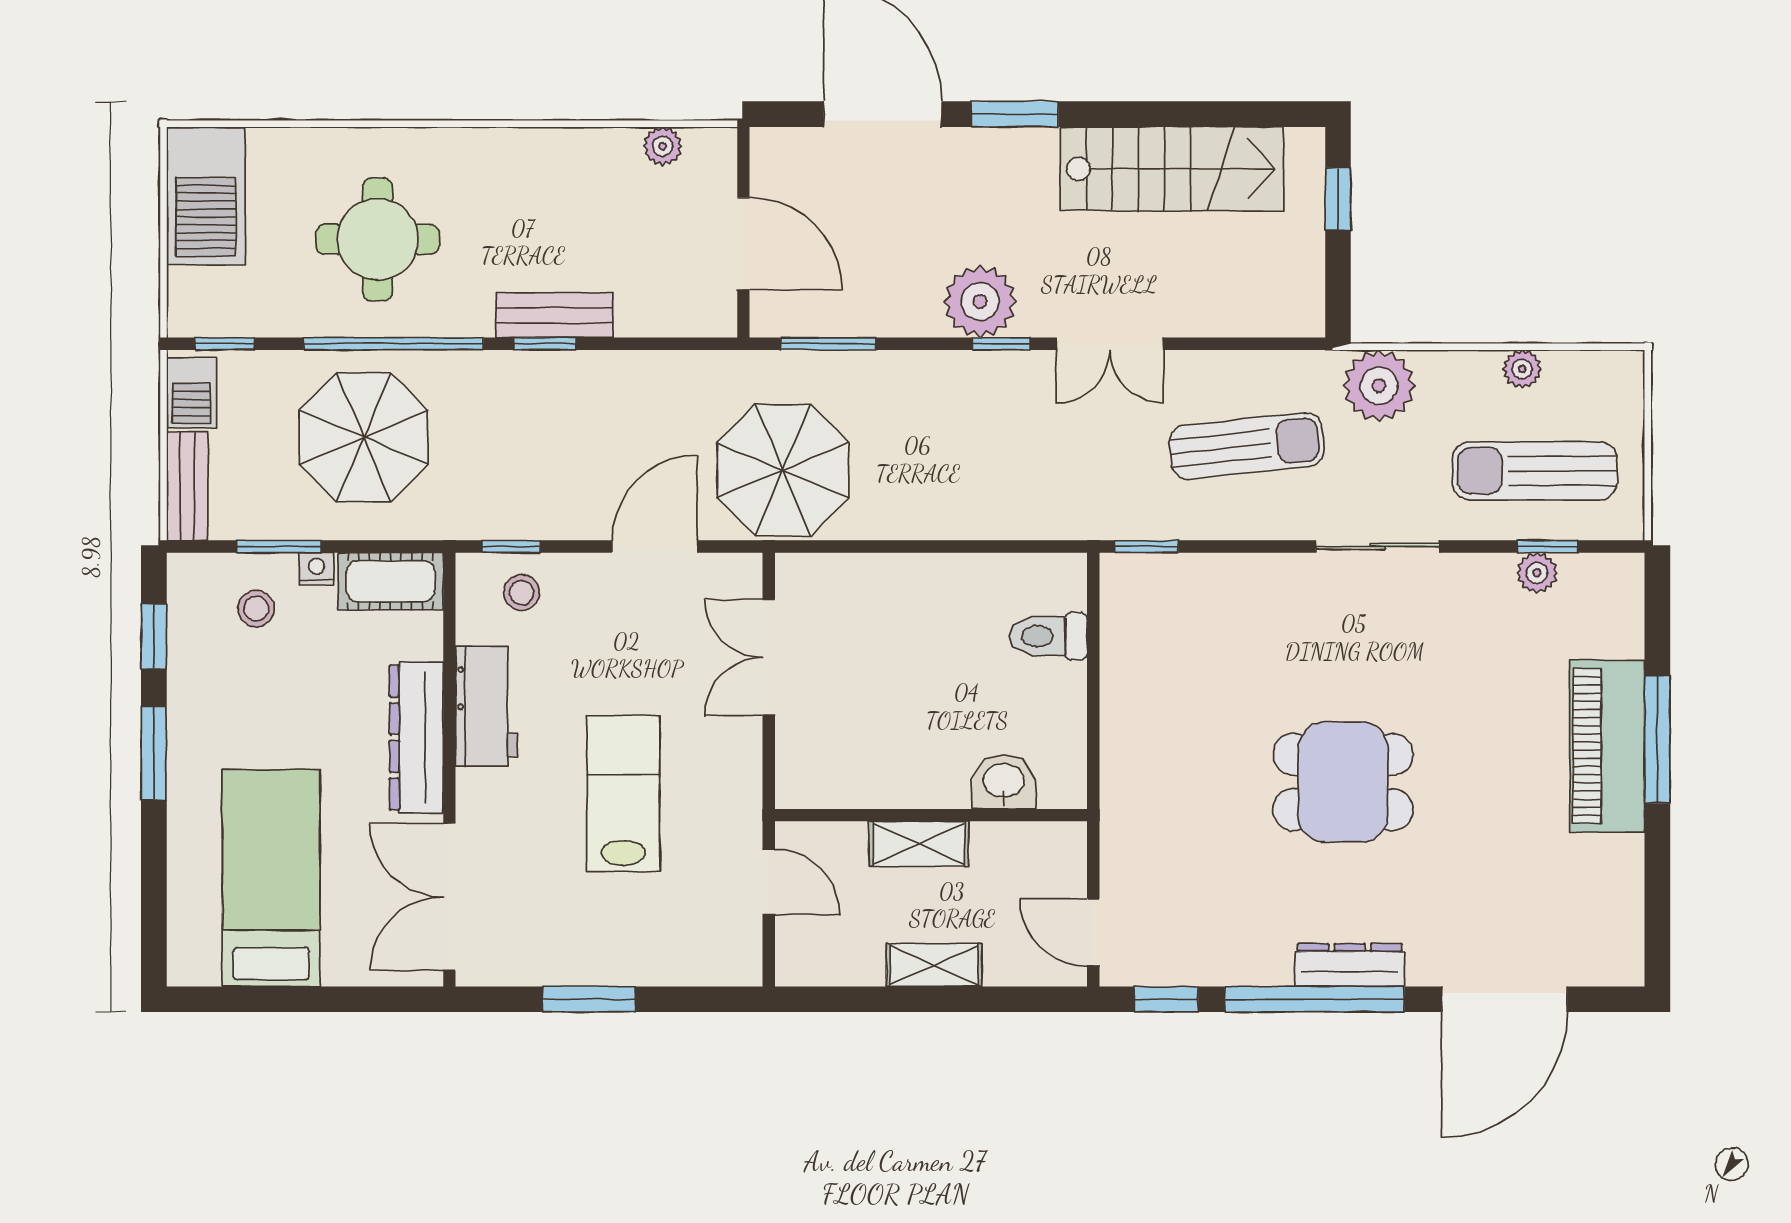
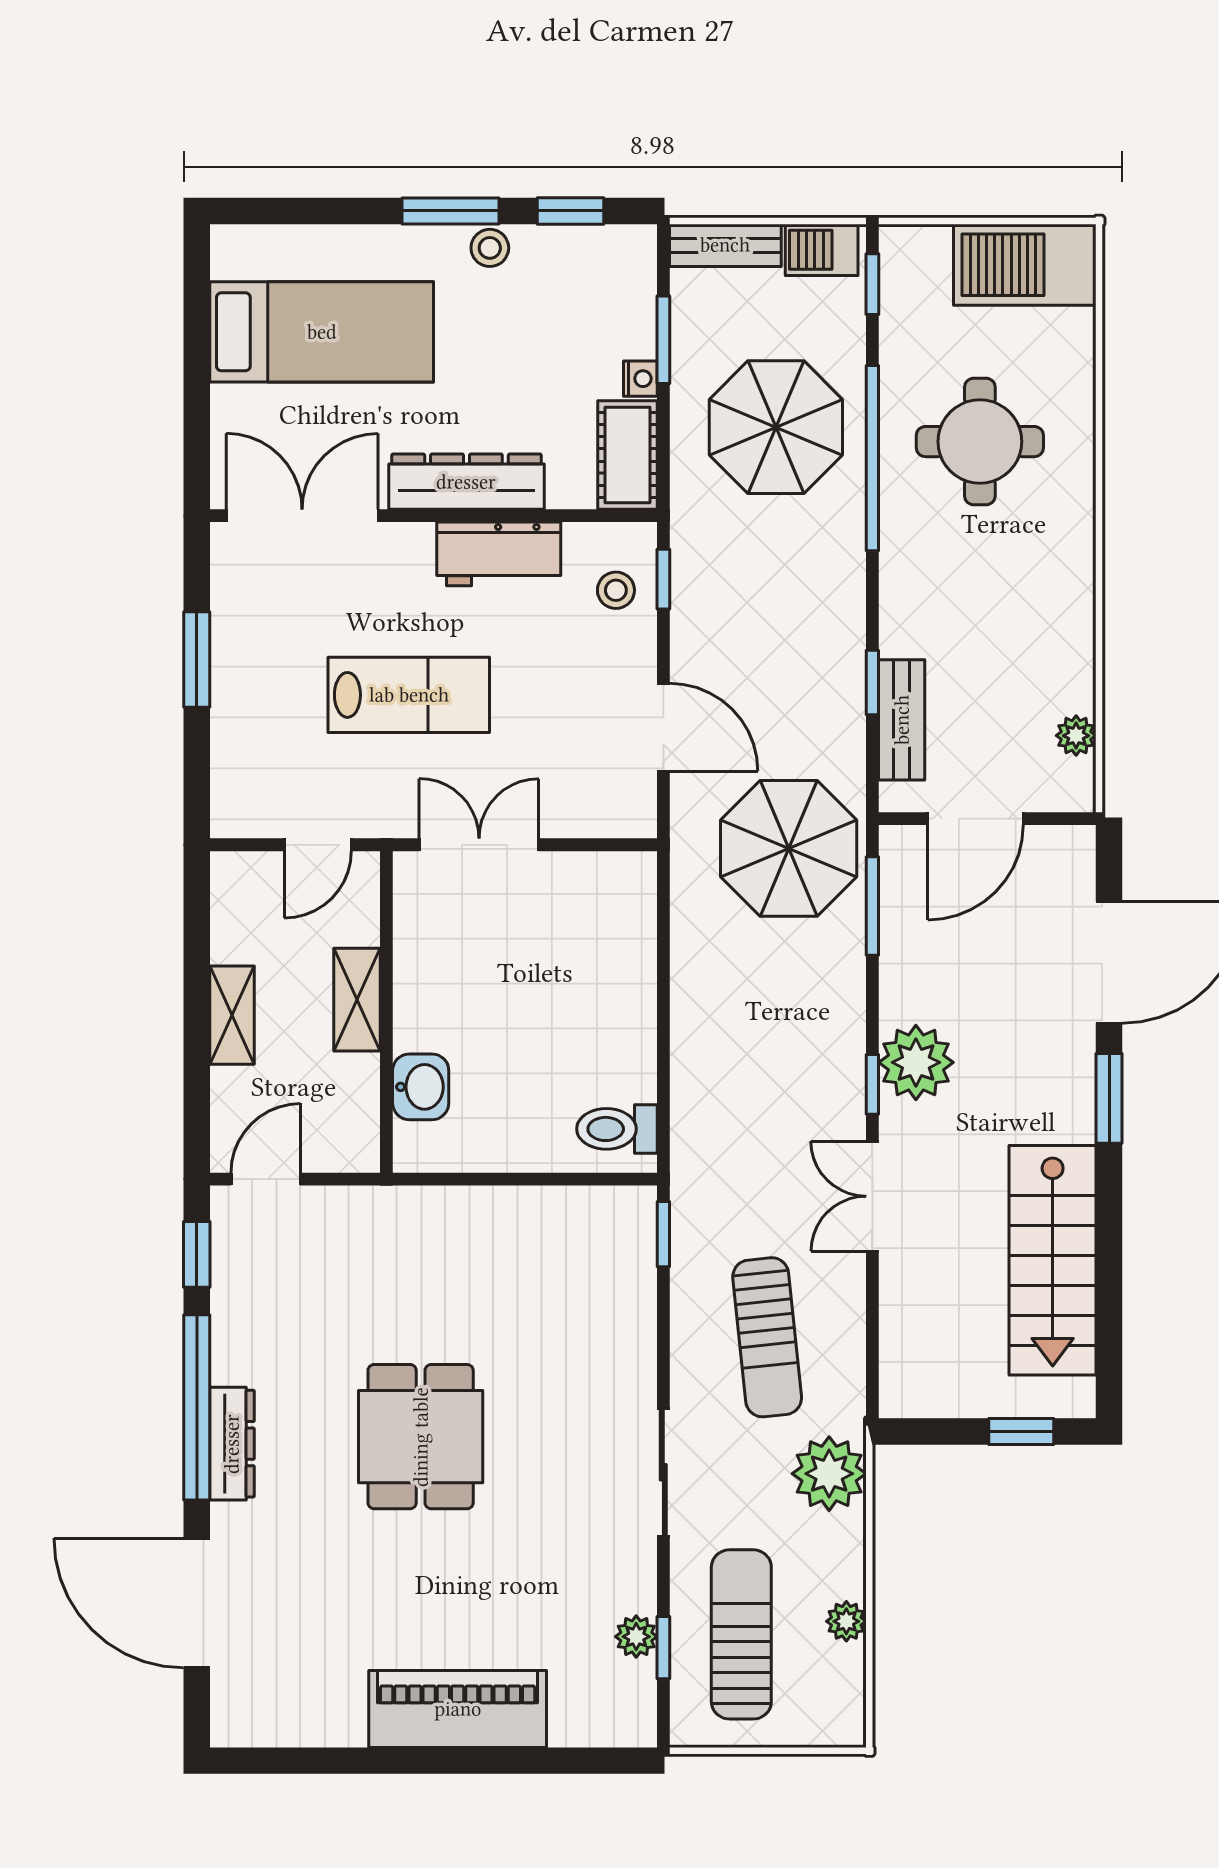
bench: (555, 315) -> (902, 720), moved
window: (545, 344) -> (872, 682), moved
parasol: (783, 470) -> (789, 848), moved
stool: (256, 609) -> (490, 248), moved
toilet: (1048, 636) -> (617, 1129), moved, turned -90
double door: (769, 657) -> (479, 845), moved
window: (1657, 739) -> (465, 1761), removed

